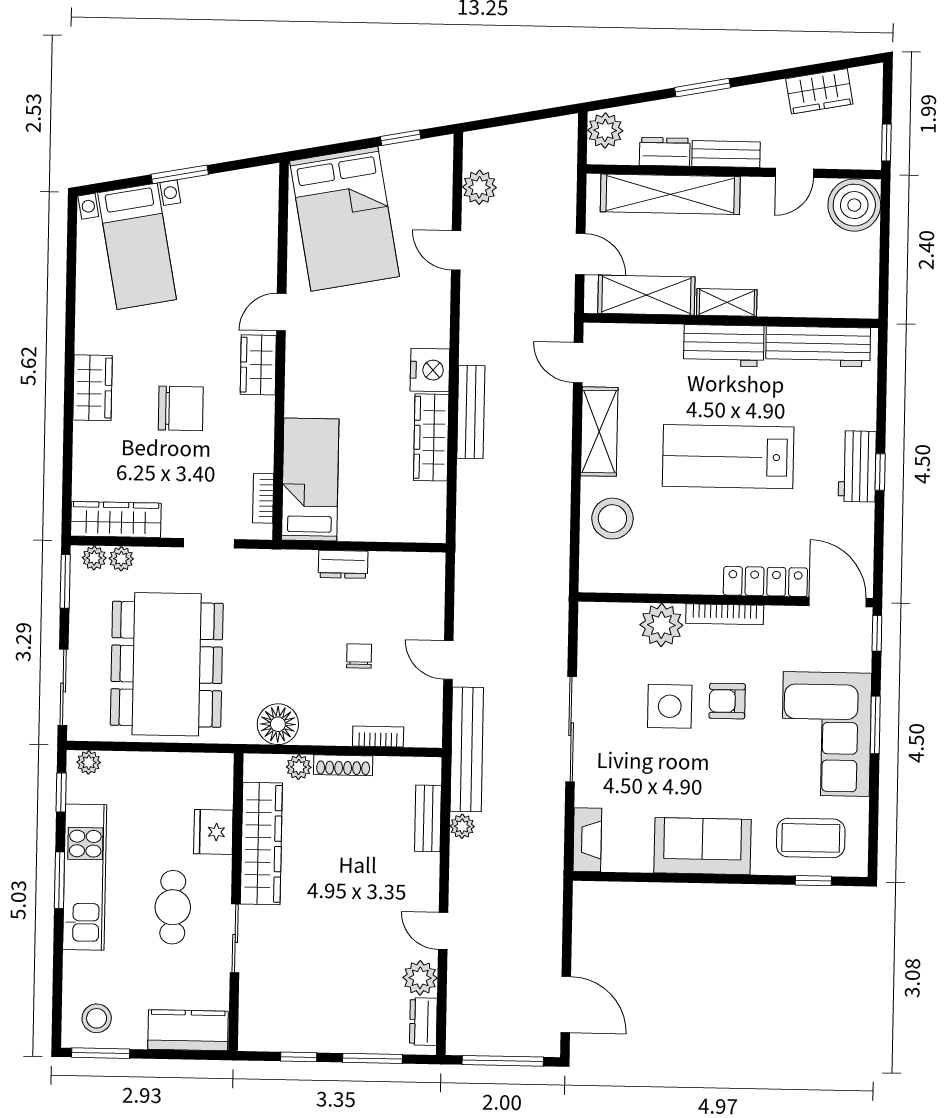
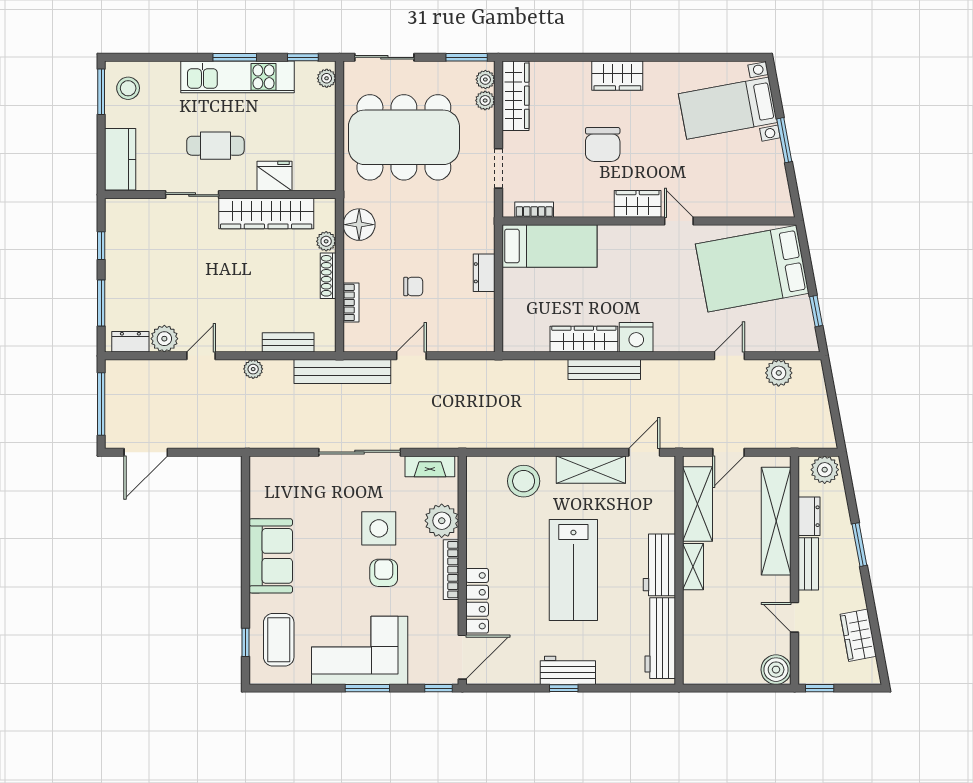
boiler: (854, 205) -> (776, 670), width x0.73, depth x0.73
lab bench: (728, 457) -> (573, 570), turned 180
plant: (462, 826) -> (253, 369), moved
fireplace: (587, 840) -> (430, 466), moved

